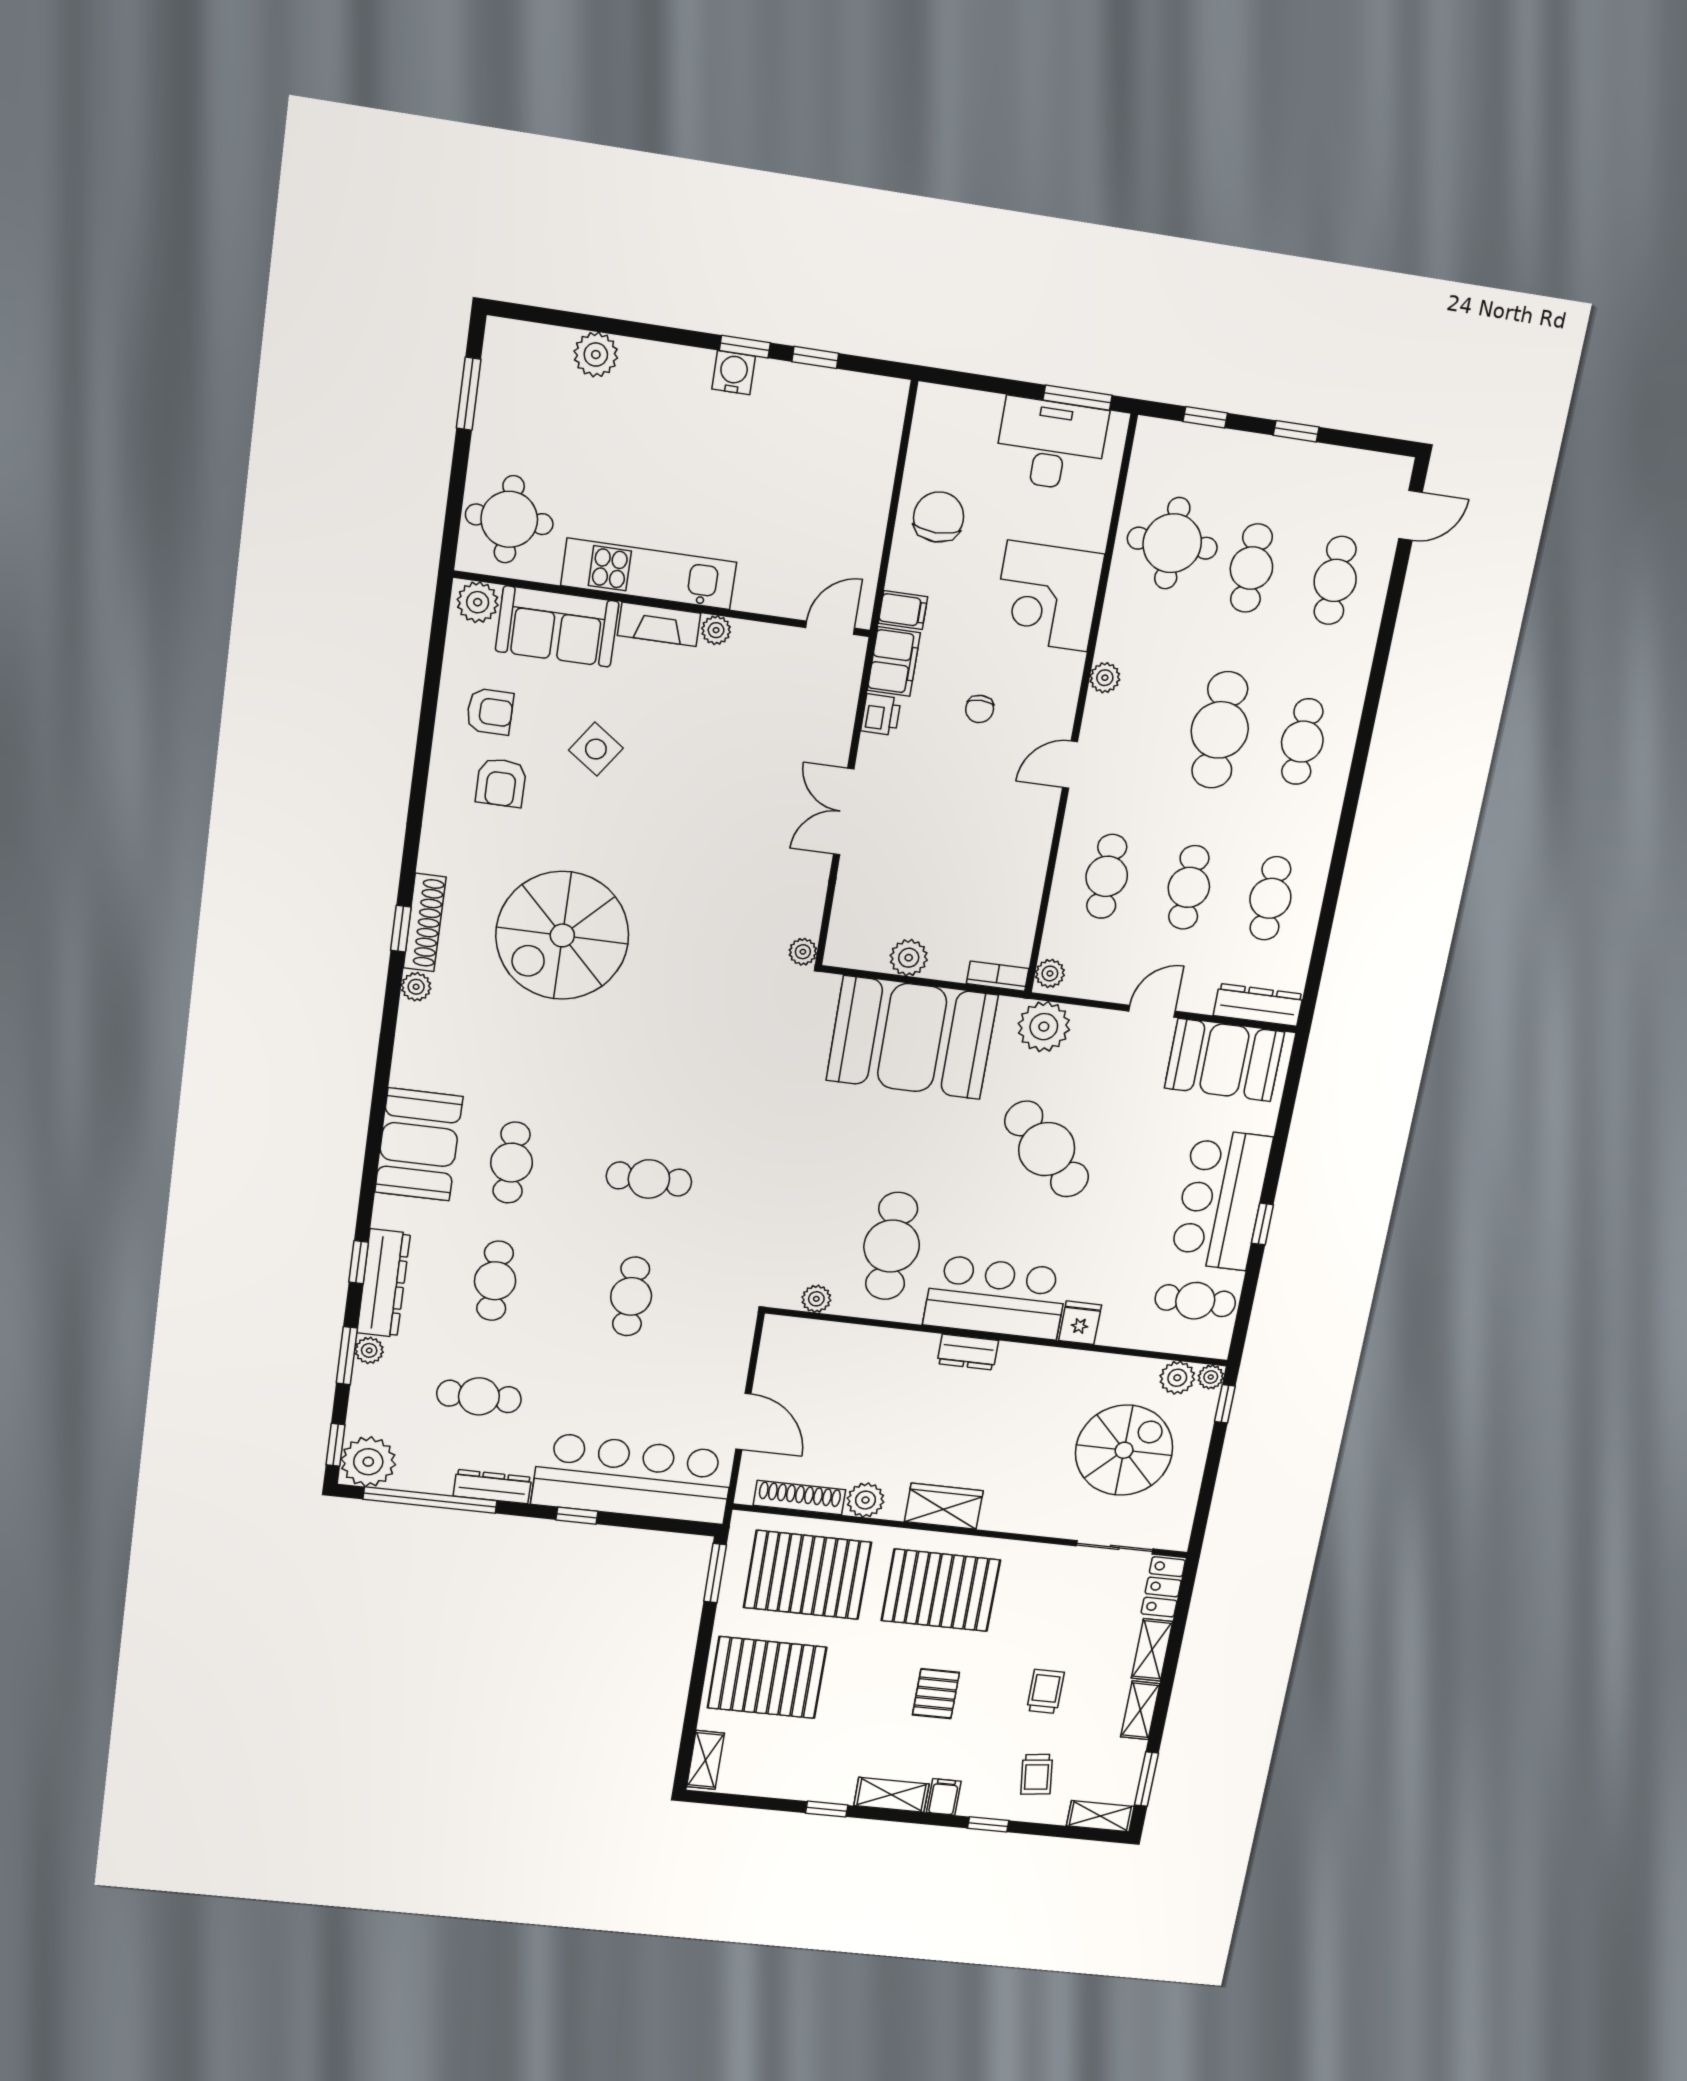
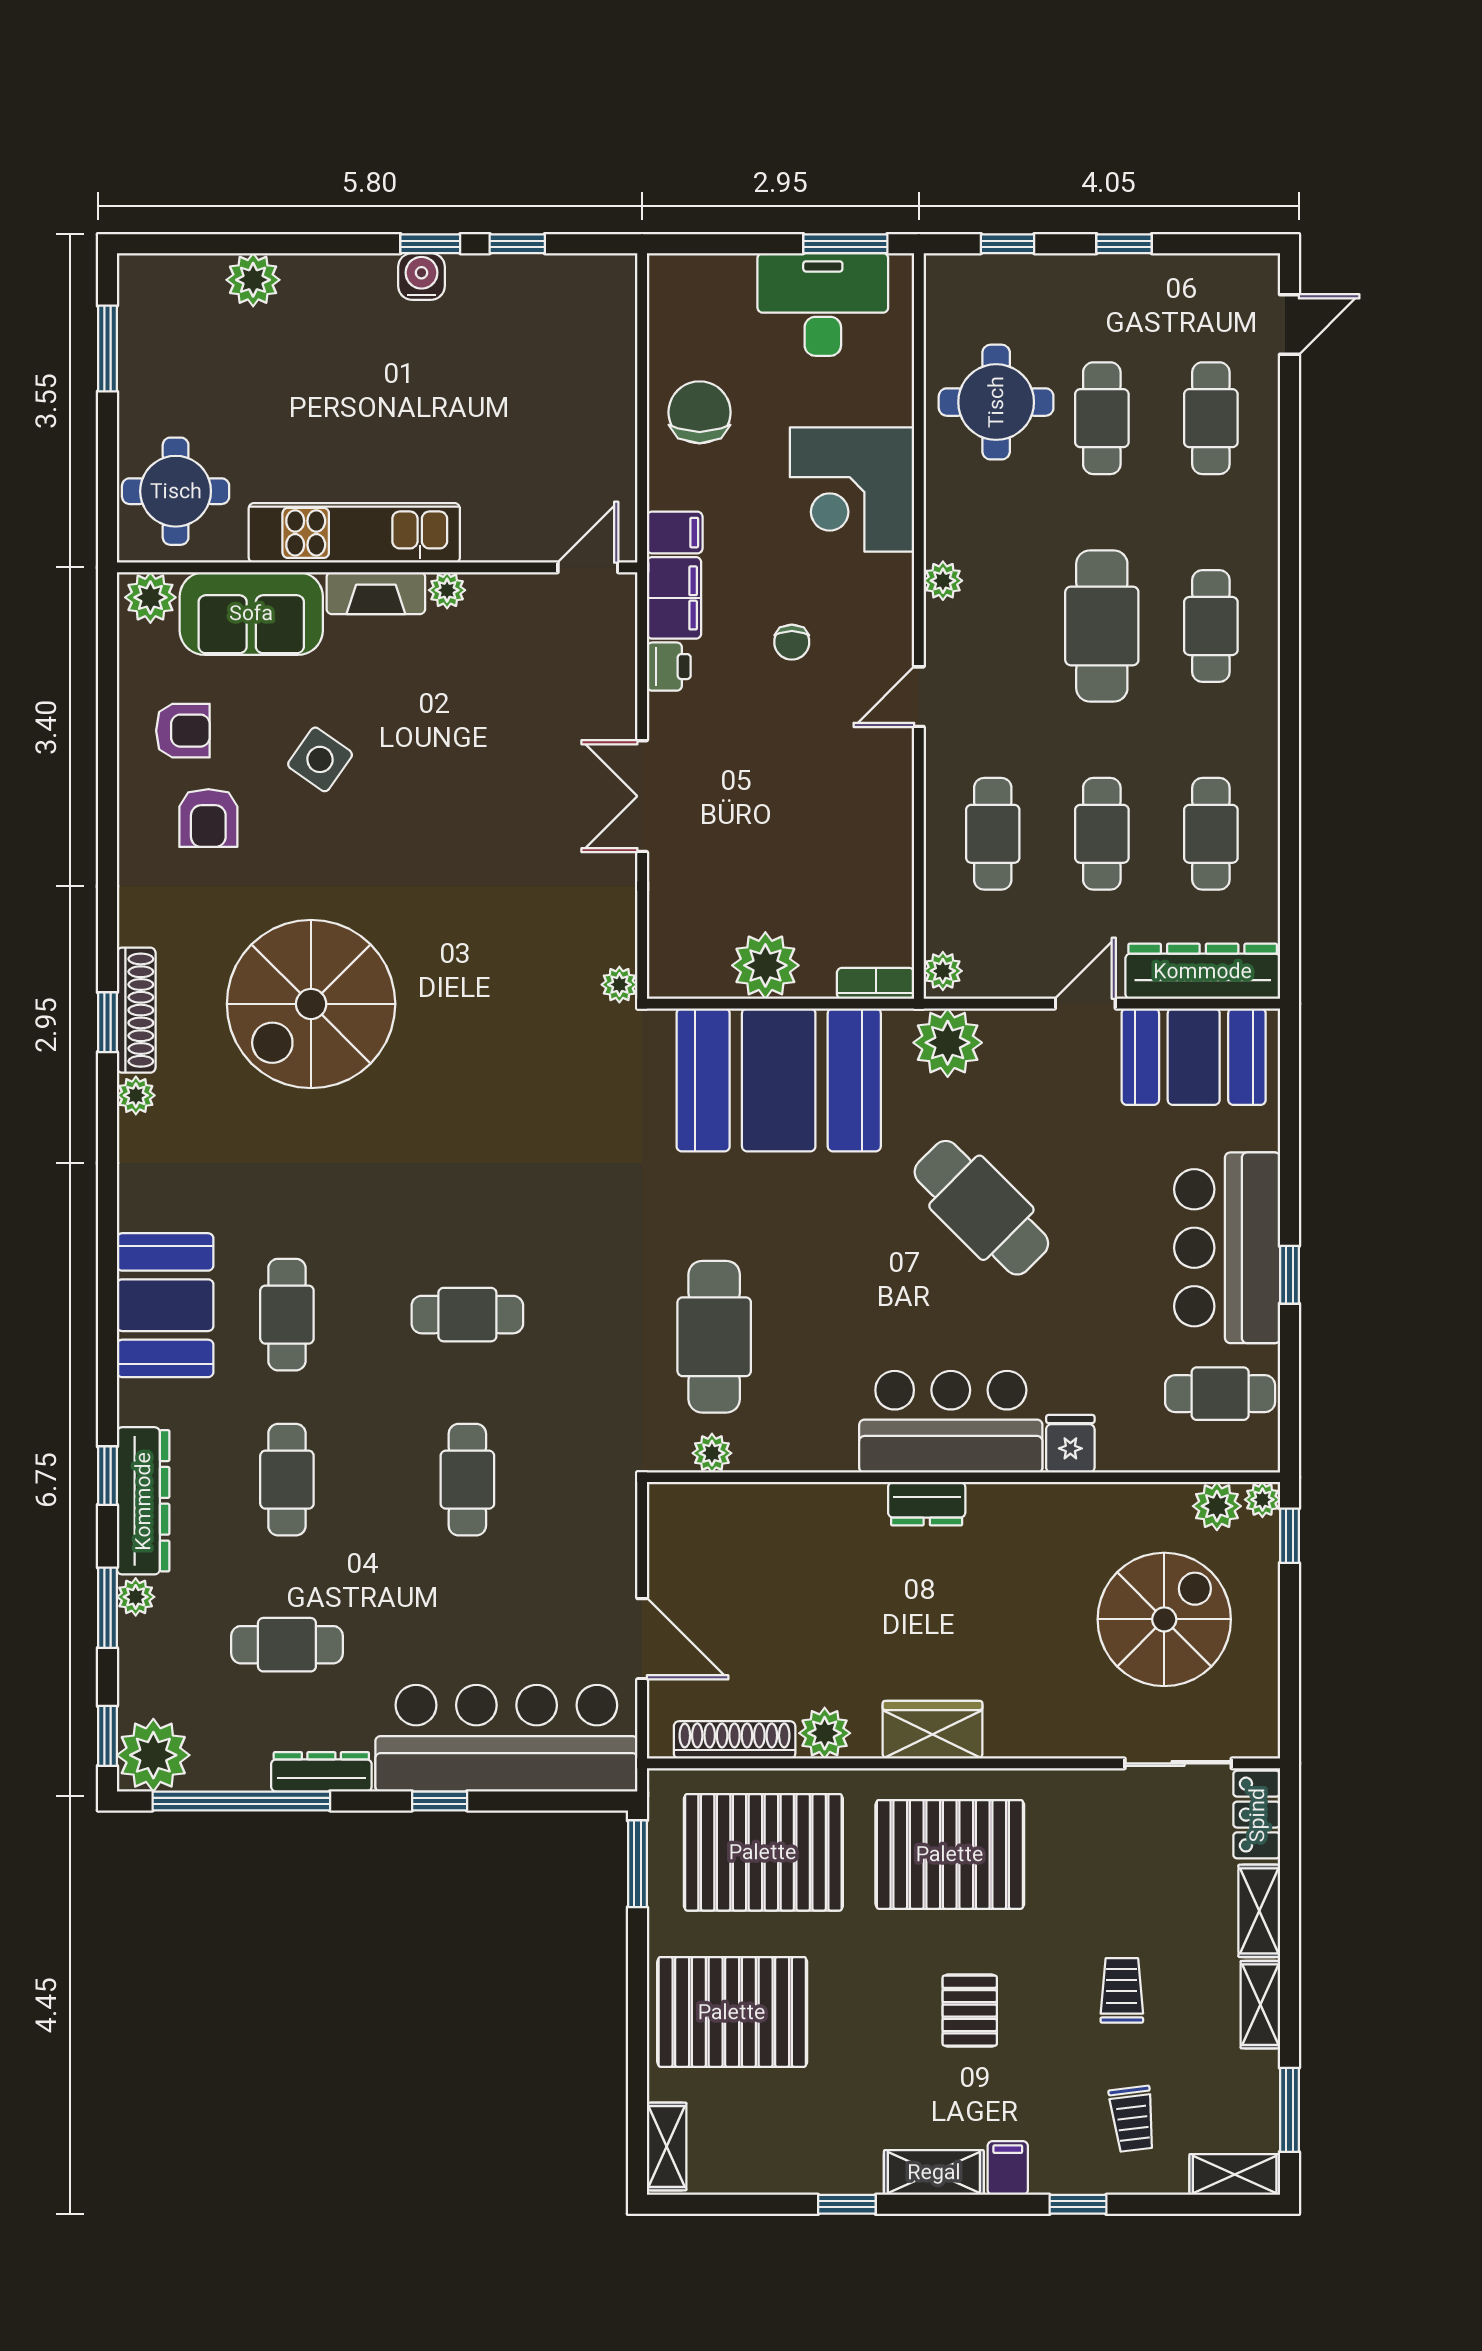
plant: (909, 958) -> (765, 965), width x1.36, depth x1.36
dresser: (1258, 1005) -> (1203, 971), width x1.37, depth x1.24
cafe table: (892, 1246) -> (714, 1337), moved

